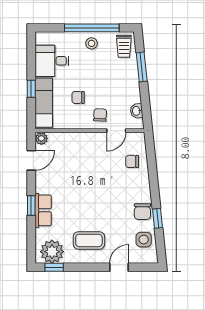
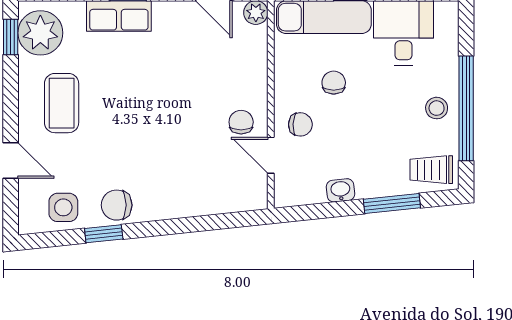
washbasin: (137, 111) -> (340, 190), moved
chair: (132, 161) -> (241, 122), moved

